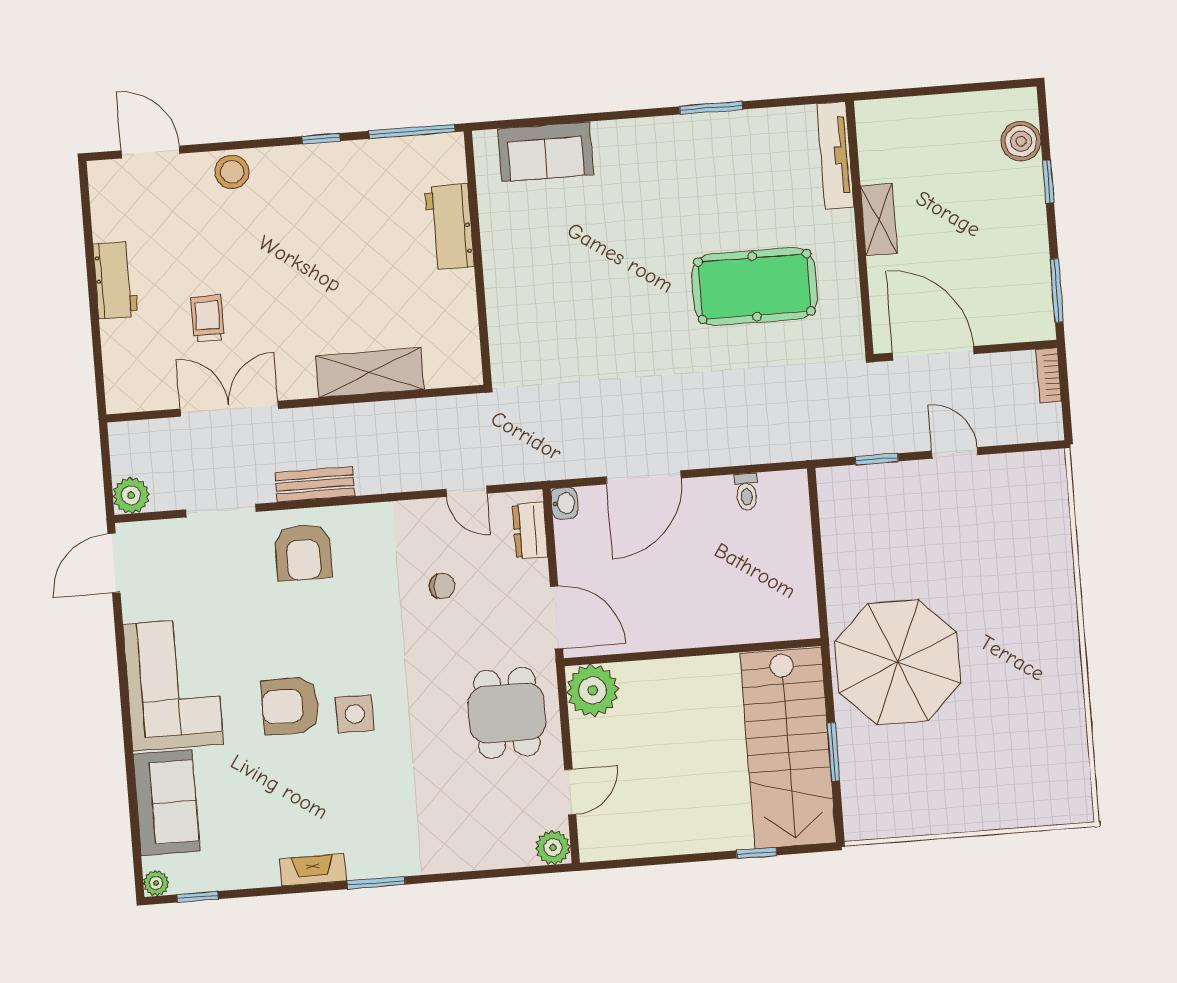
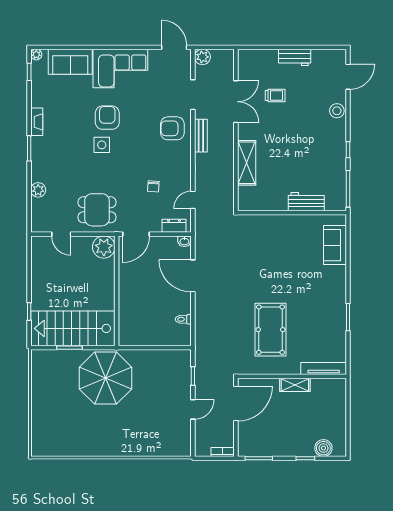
plant: (553, 847) -> (38, 190), moved

